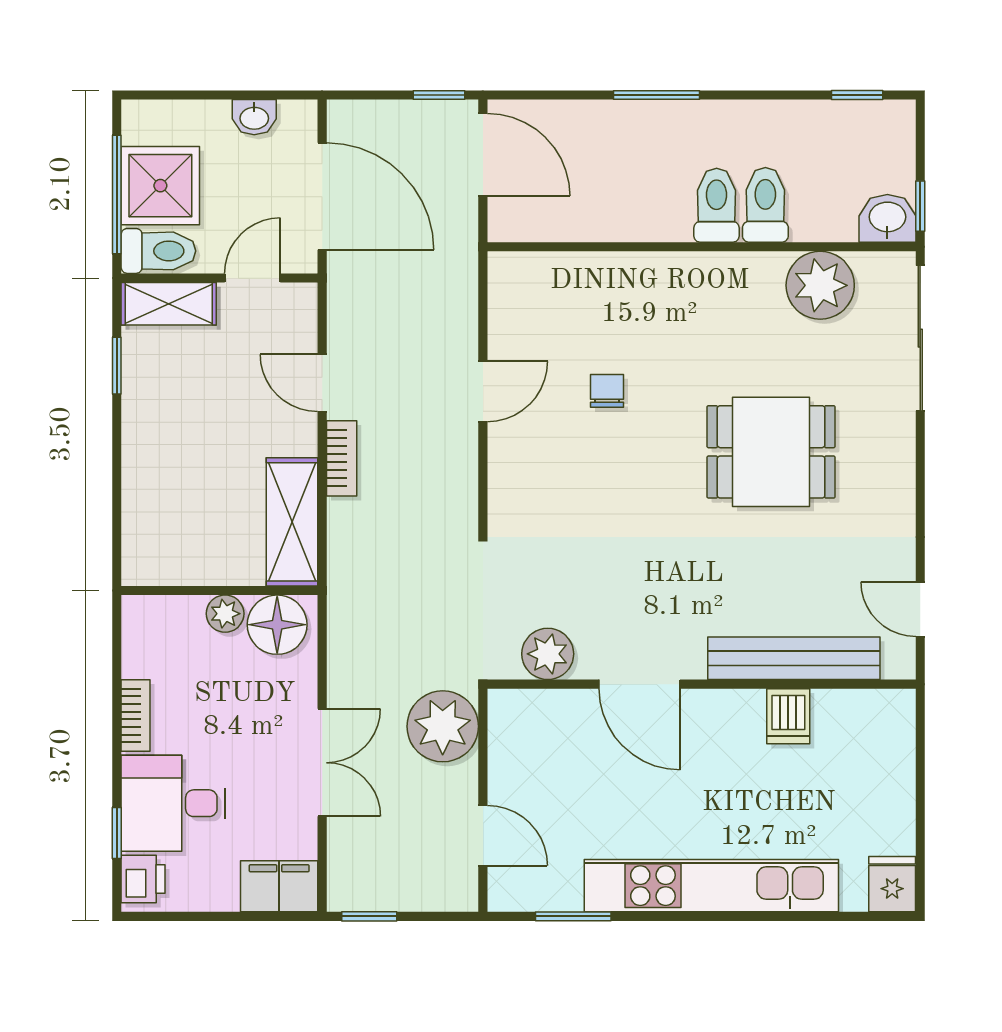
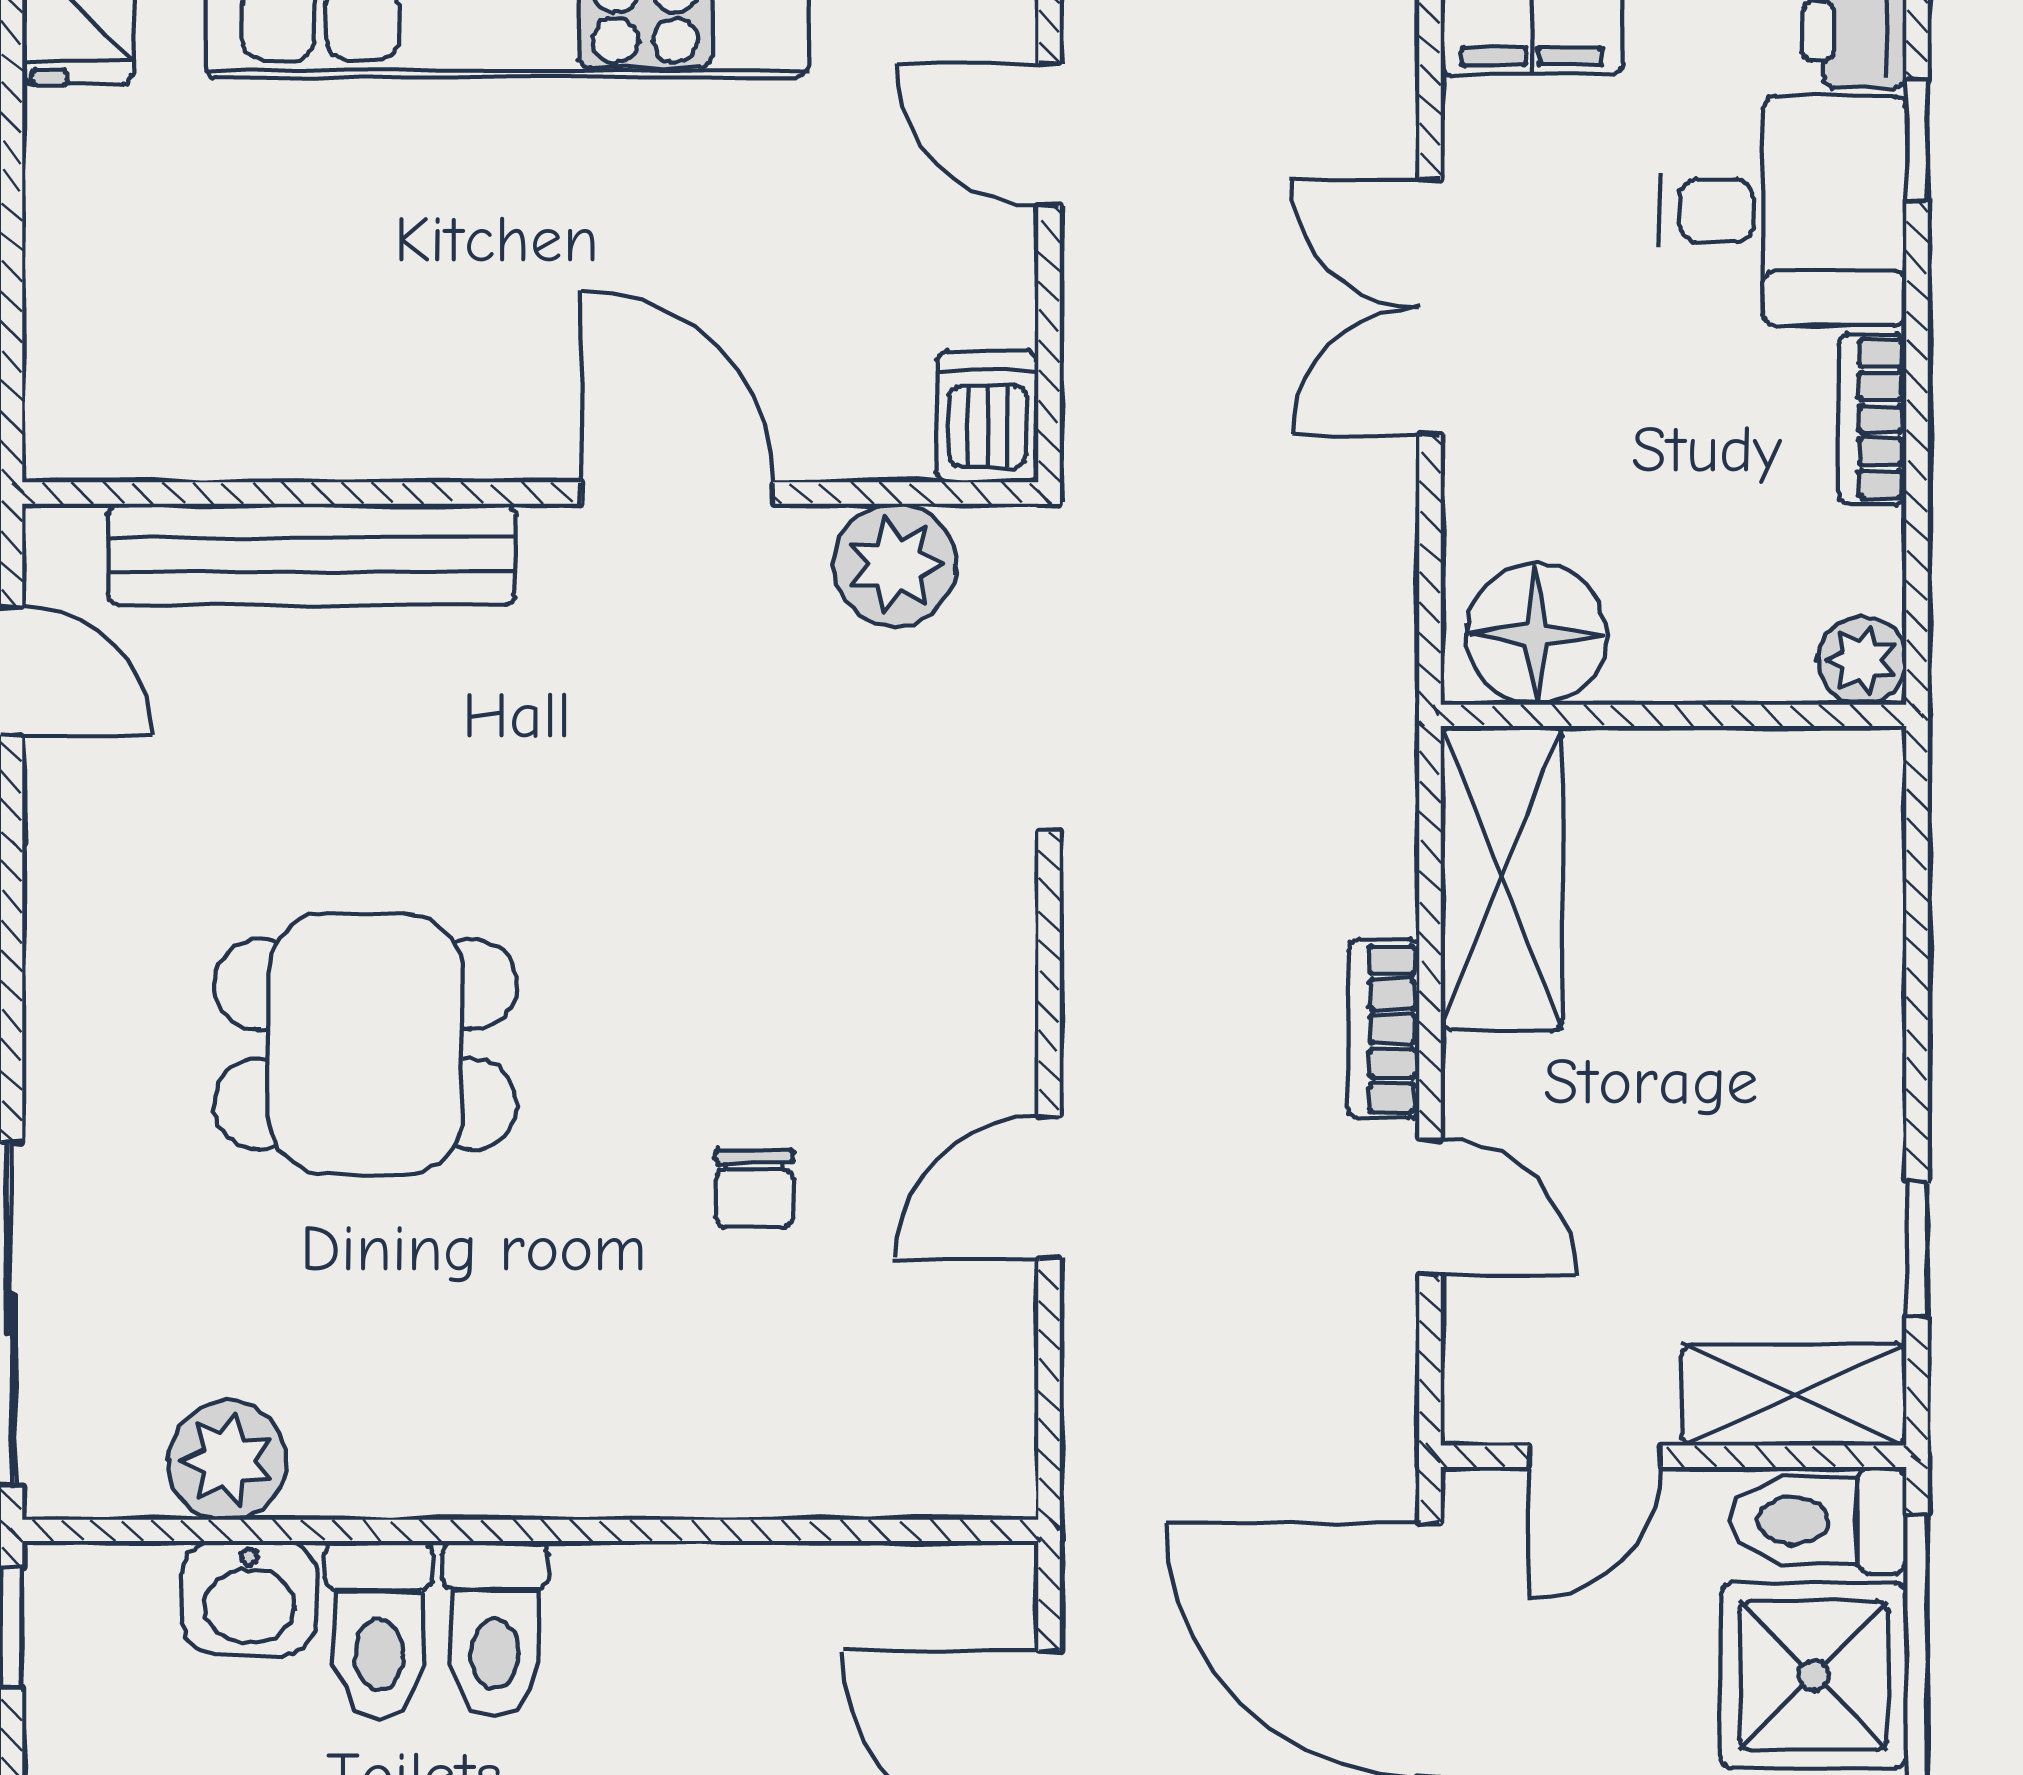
washbasin: (887, 218) -> (249, 1598), moved
plant: (820, 285) -> (227, 1461), width x0.73, depth x0.73
plant: (225, 614) -> (1862, 660), moved
dishwasher: (788, 716) -> (988, 417), moved
plant: (443, 726) -> (1144, 393), removed

